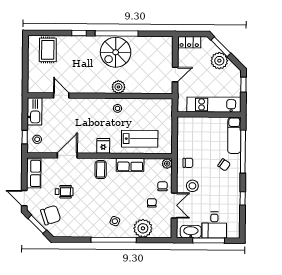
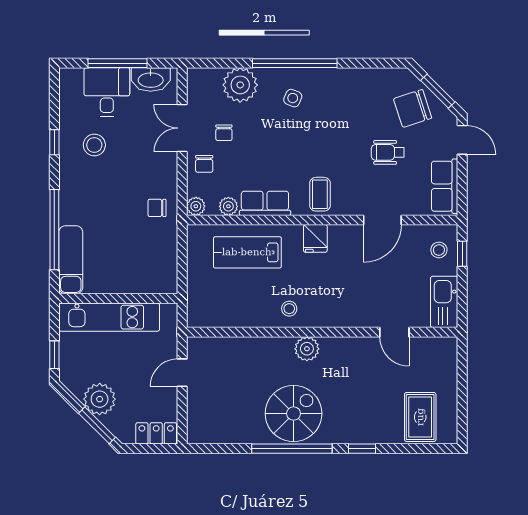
plant: (118, 87) -> (307, 349), moved
plant: (150, 163) -> (228, 206), added
chair: (224, 165) -> (89, 205), removed
stool: (192, 186) -> (94, 145), moved

